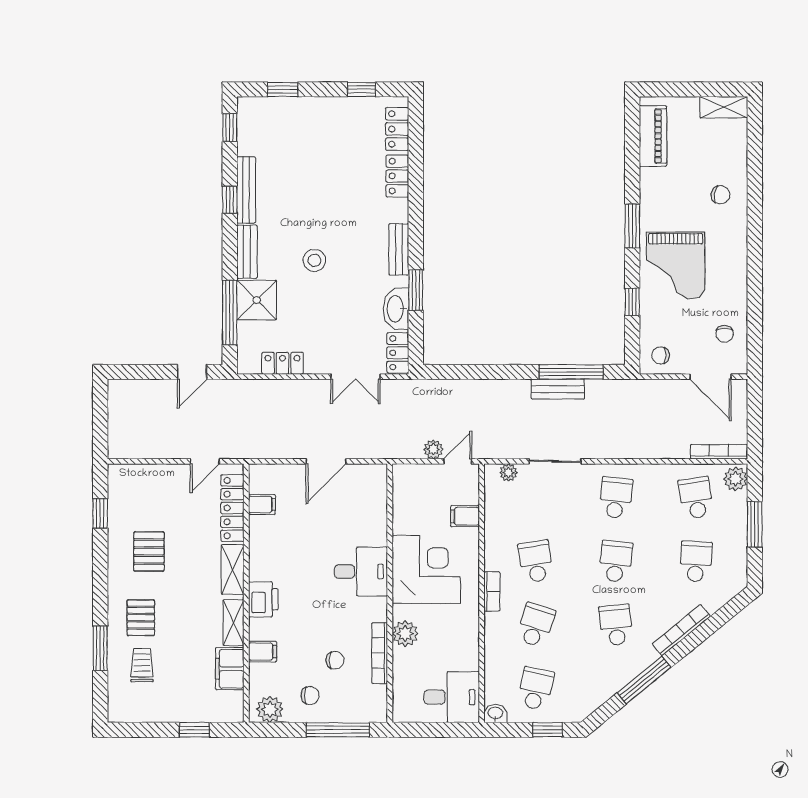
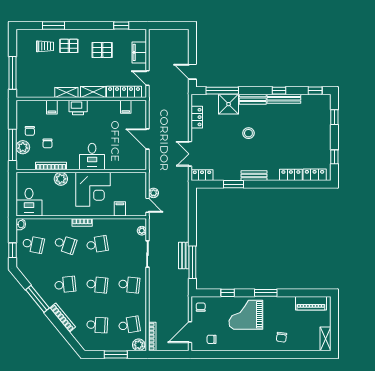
washbasin: (396, 309) -> (224, 174), removed
filing cabinet: (230, 669) -> (139, 52), moved, turned -90
plant: (270, 709) -> (23, 147), moved
window: (194, 730) -> (13, 73), width x2.17

